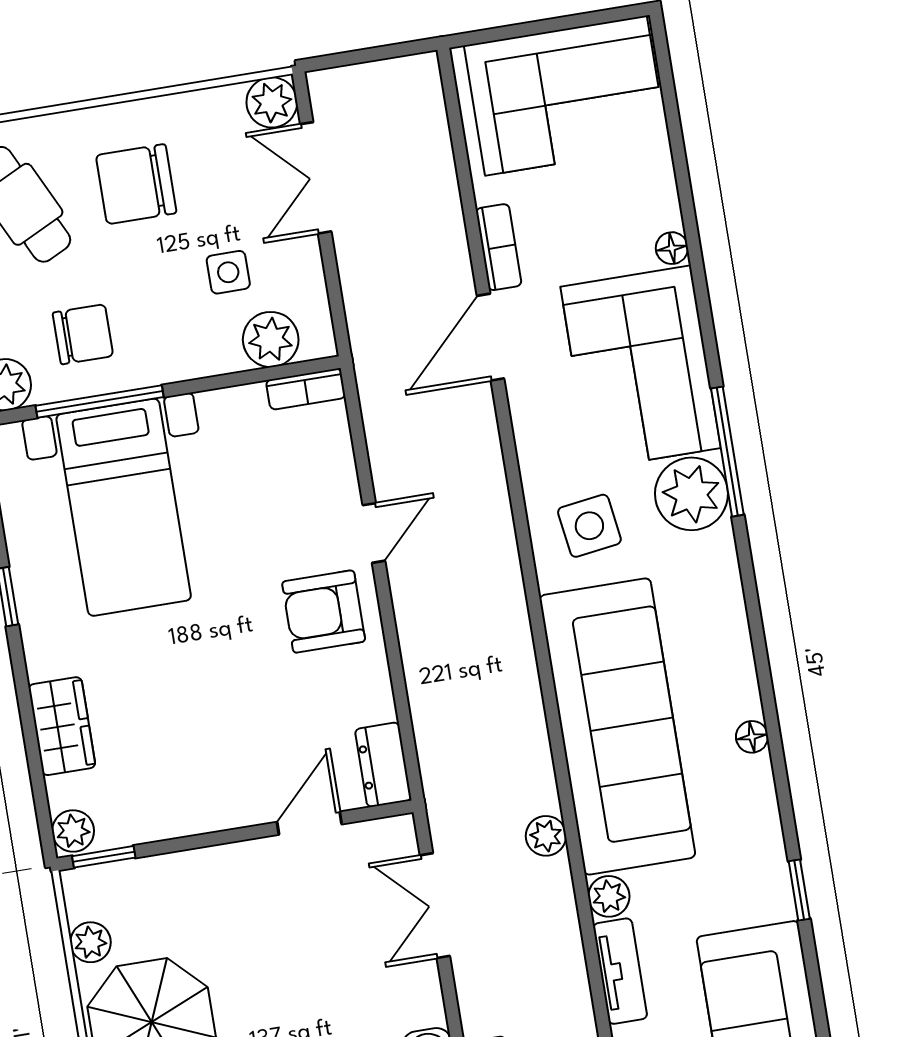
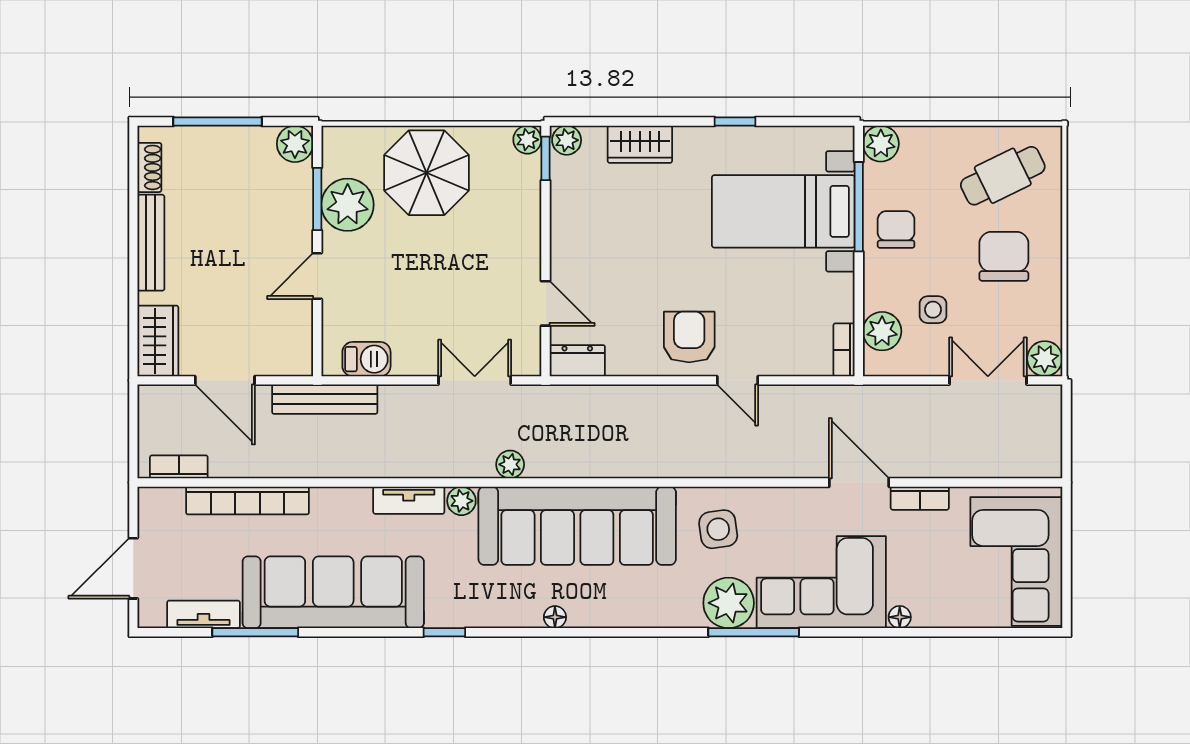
chair: (83, 334) -> (896, 229), moved, turned 180
plant: (91, 942) -> (527, 140), moved

